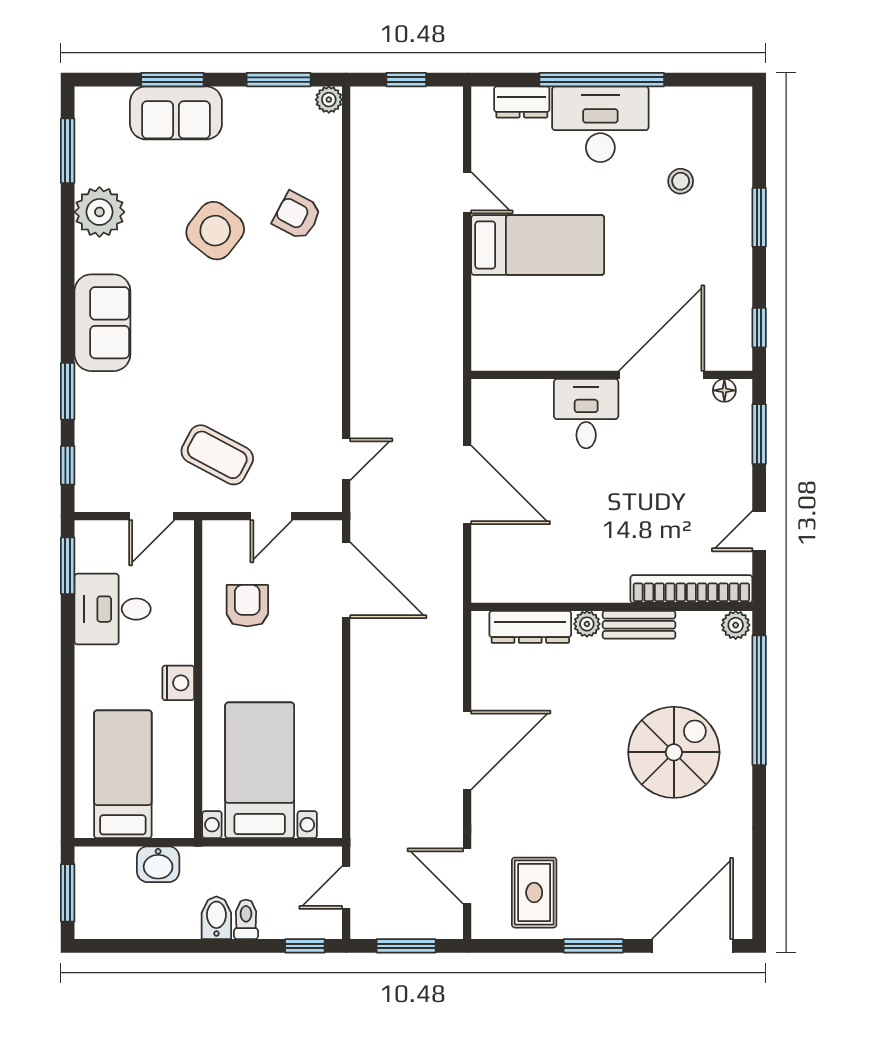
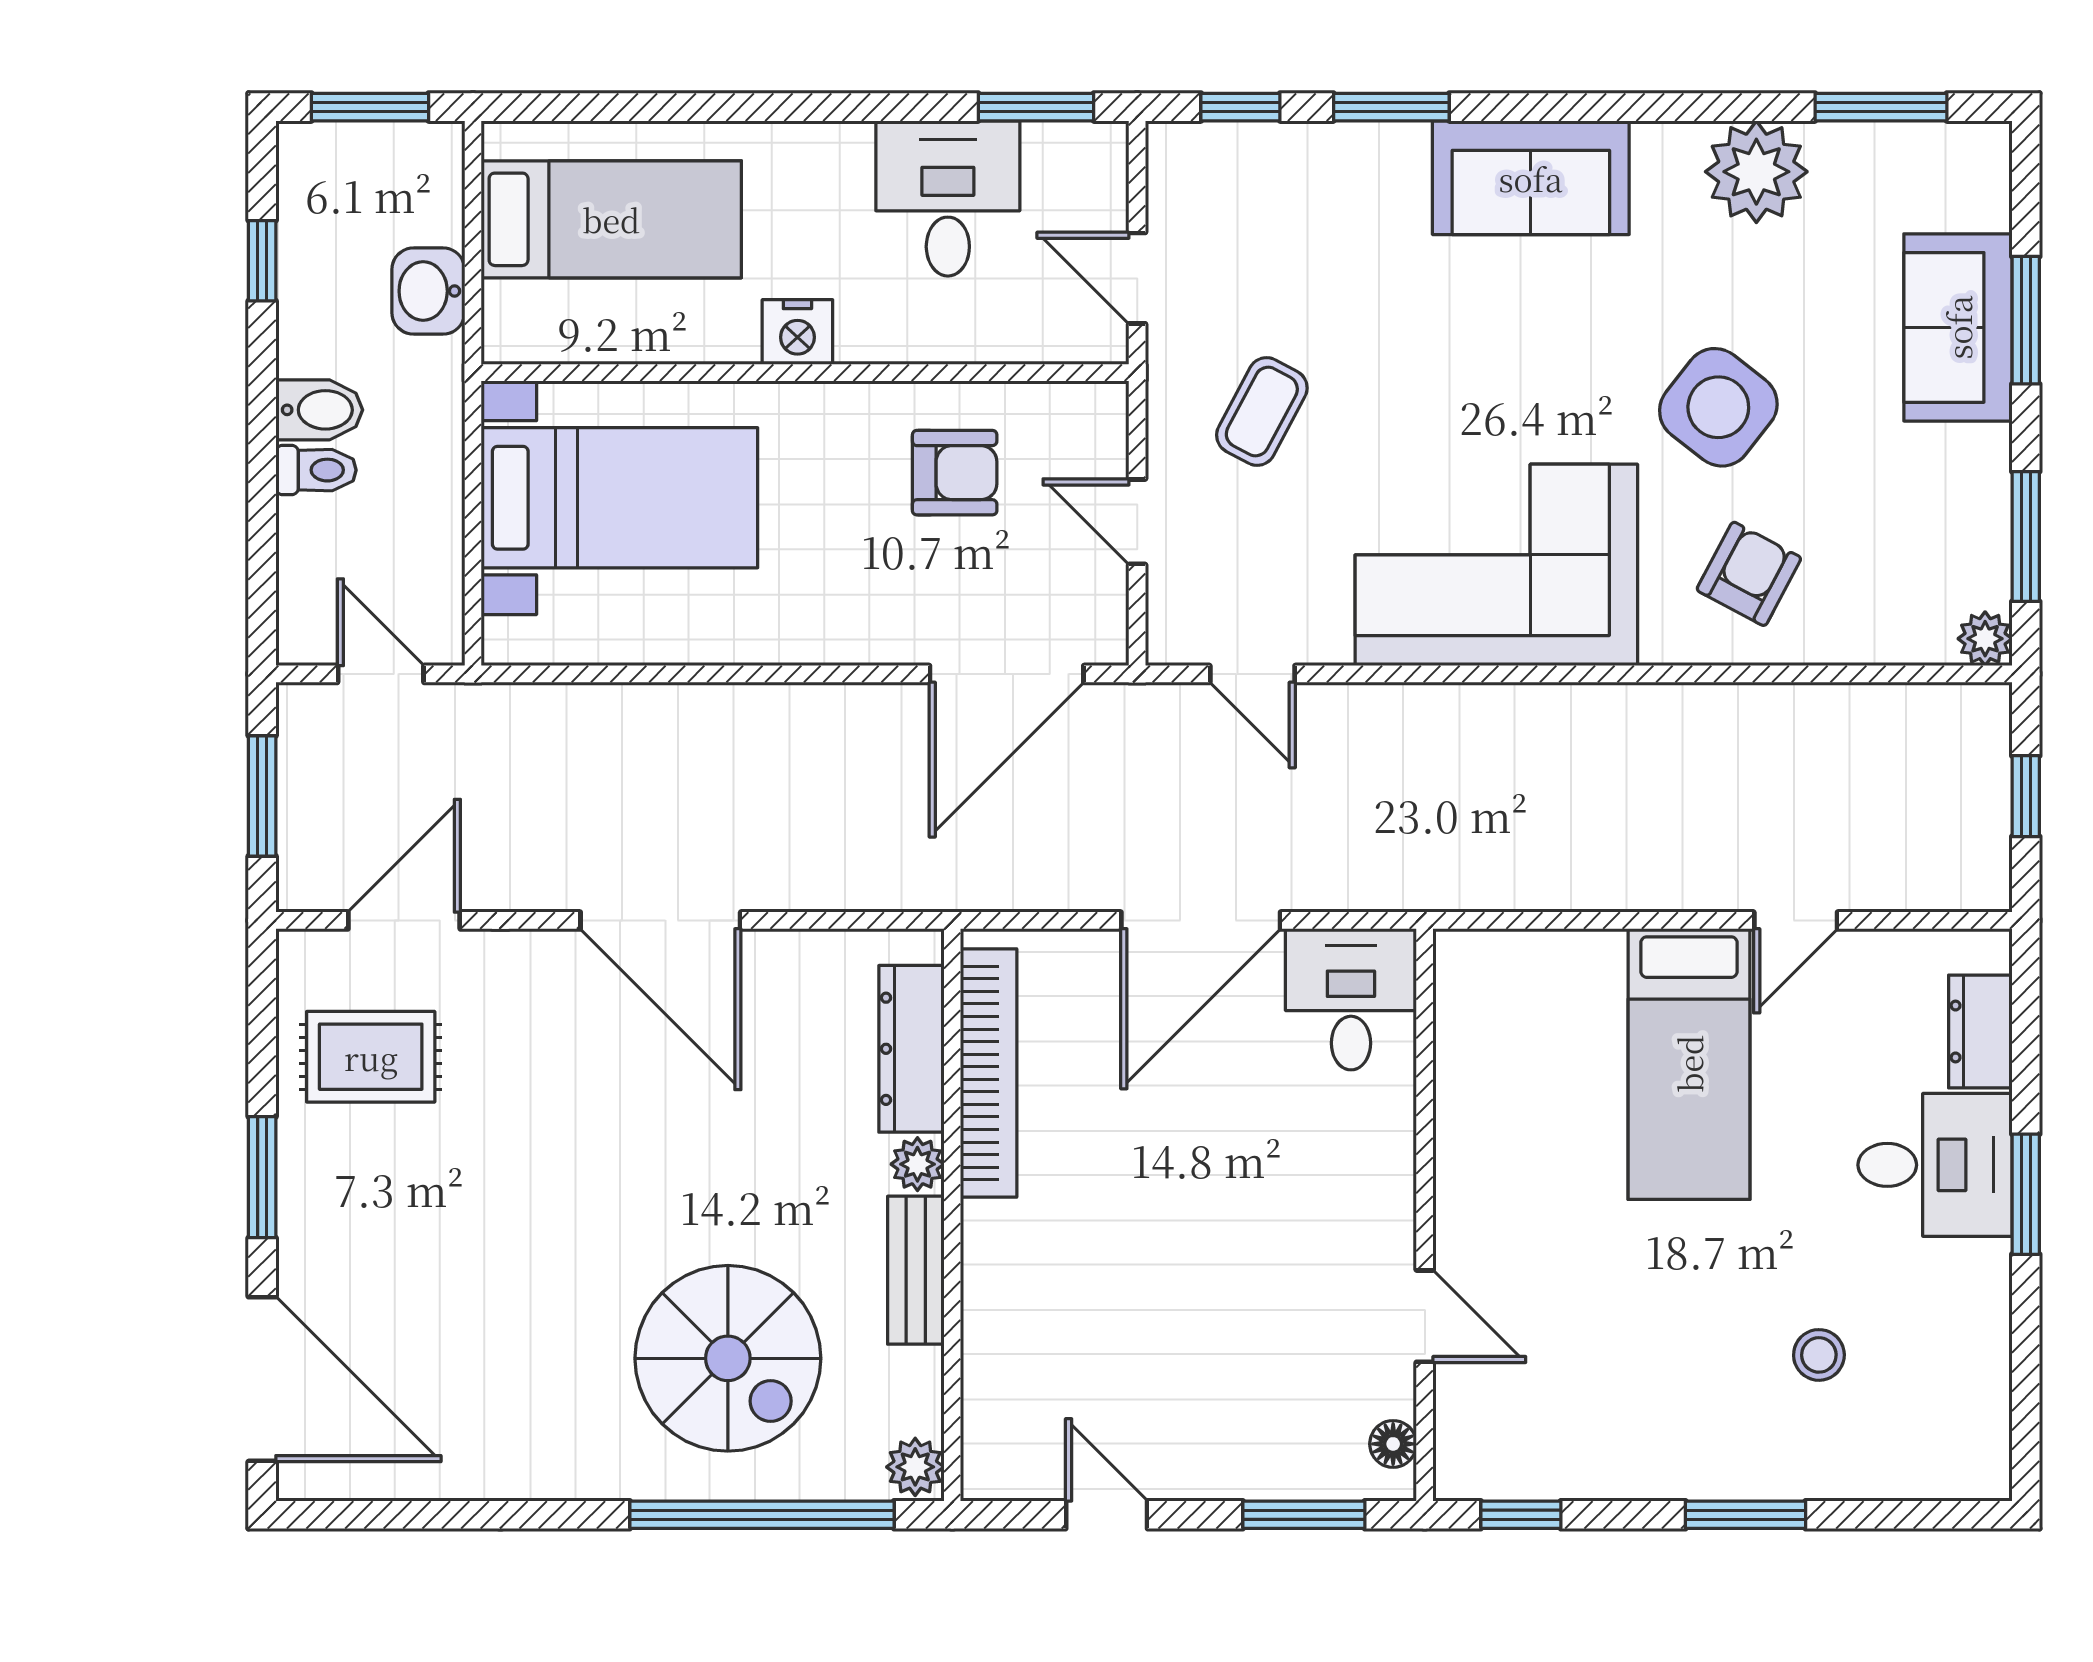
window: (602, 80) -> (2026, 1194), width x0.47
desk: (600, 124) -> (1935, 1165), width x0.73
corner sofa: (293, 340) -> (1496, 565), added
door: (662, 375) -> (1425, 1316), width x0.53
desk: (586, 414) -> (1351, 999), moved, turned -90
coffee table: (217, 455) -> (1262, 411), width x0.73, depth x0.77
bookcase: (691, 589) -> (989, 1073), moved
spiral stairs: (674, 752) -> (728, 1358), moved
window: (305, 946) -> (262, 261), moved

